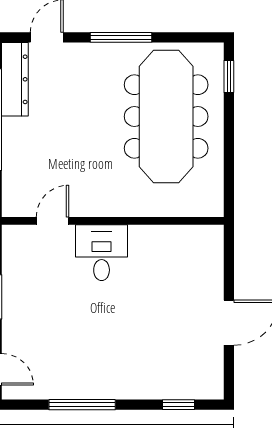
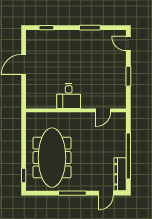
desk: (102, 253) -> (69, 96), moved
window: (82, 405) -> (90, 28), width x0.69

